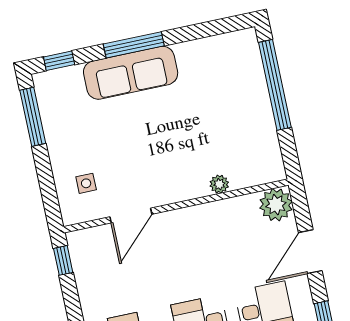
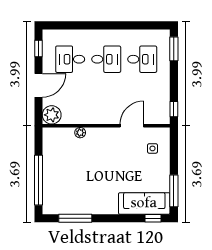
window: (134, 45) -> (75, 218), moved
sofa: (131, 73) -> (144, 203), moved

